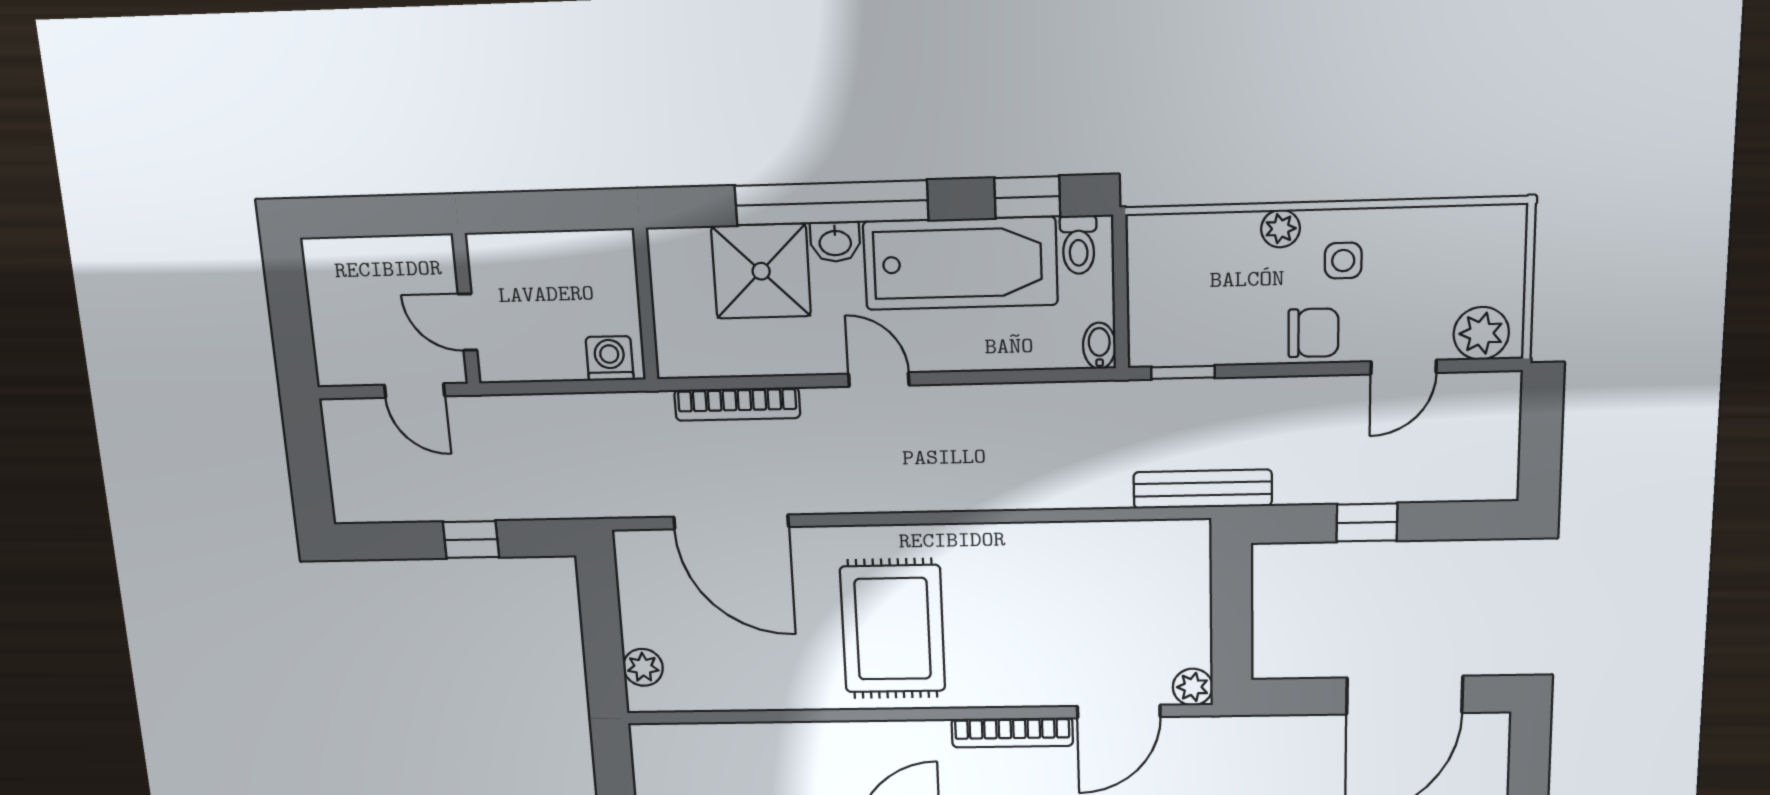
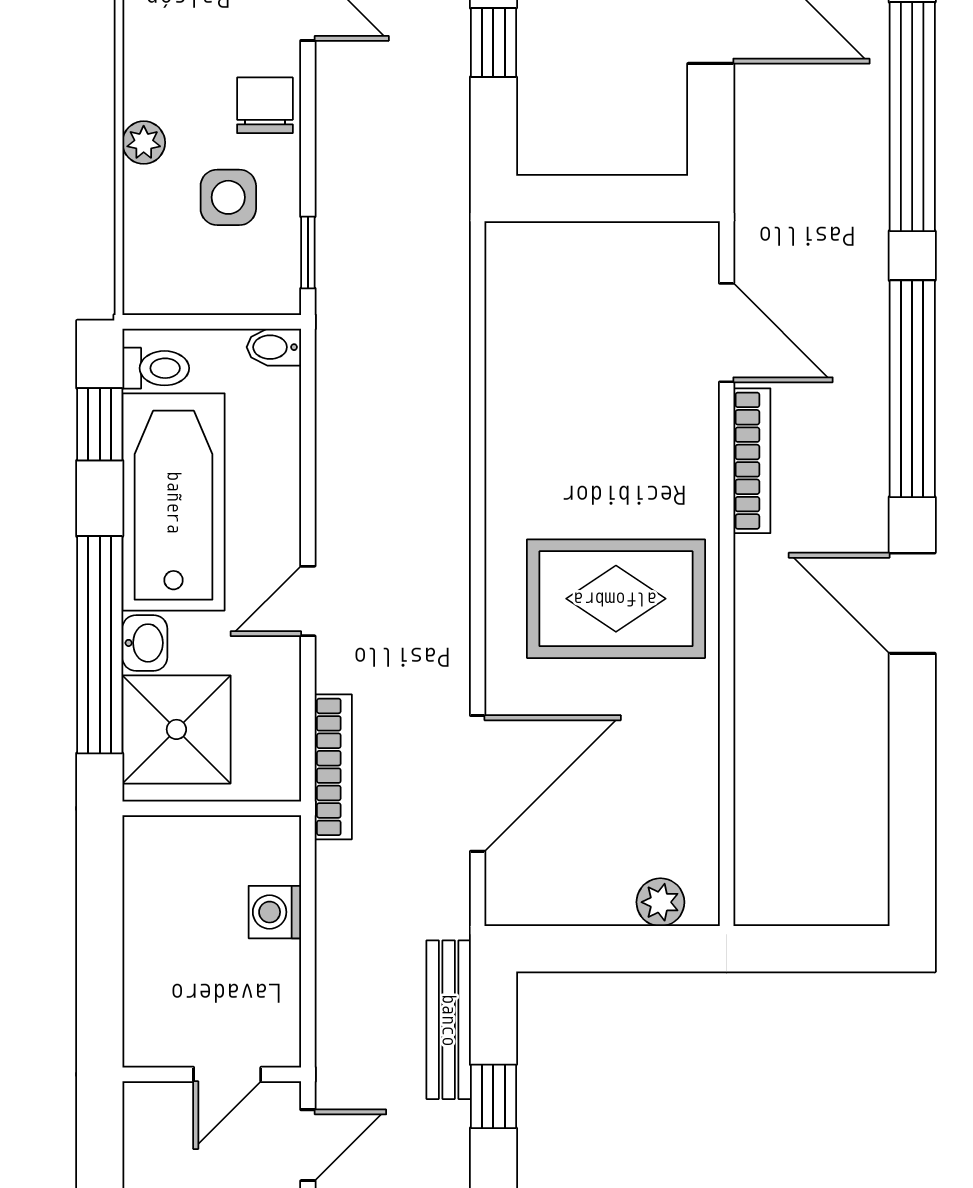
side table: (1343, 261) -> (228, 197), moved, width x1.37, depth x1.37
wall: (646, 304) -> (212, 808), moved
bench: (1203, 489) -> (449, 1020), moved
plant: (1193, 687) -> (696, 245), removed

